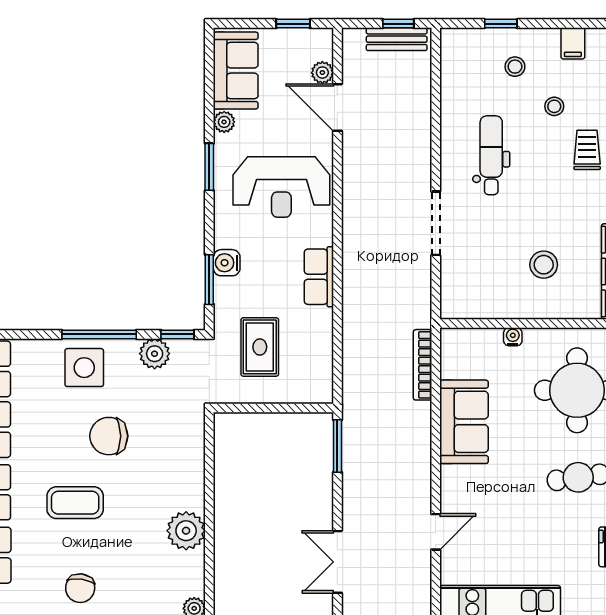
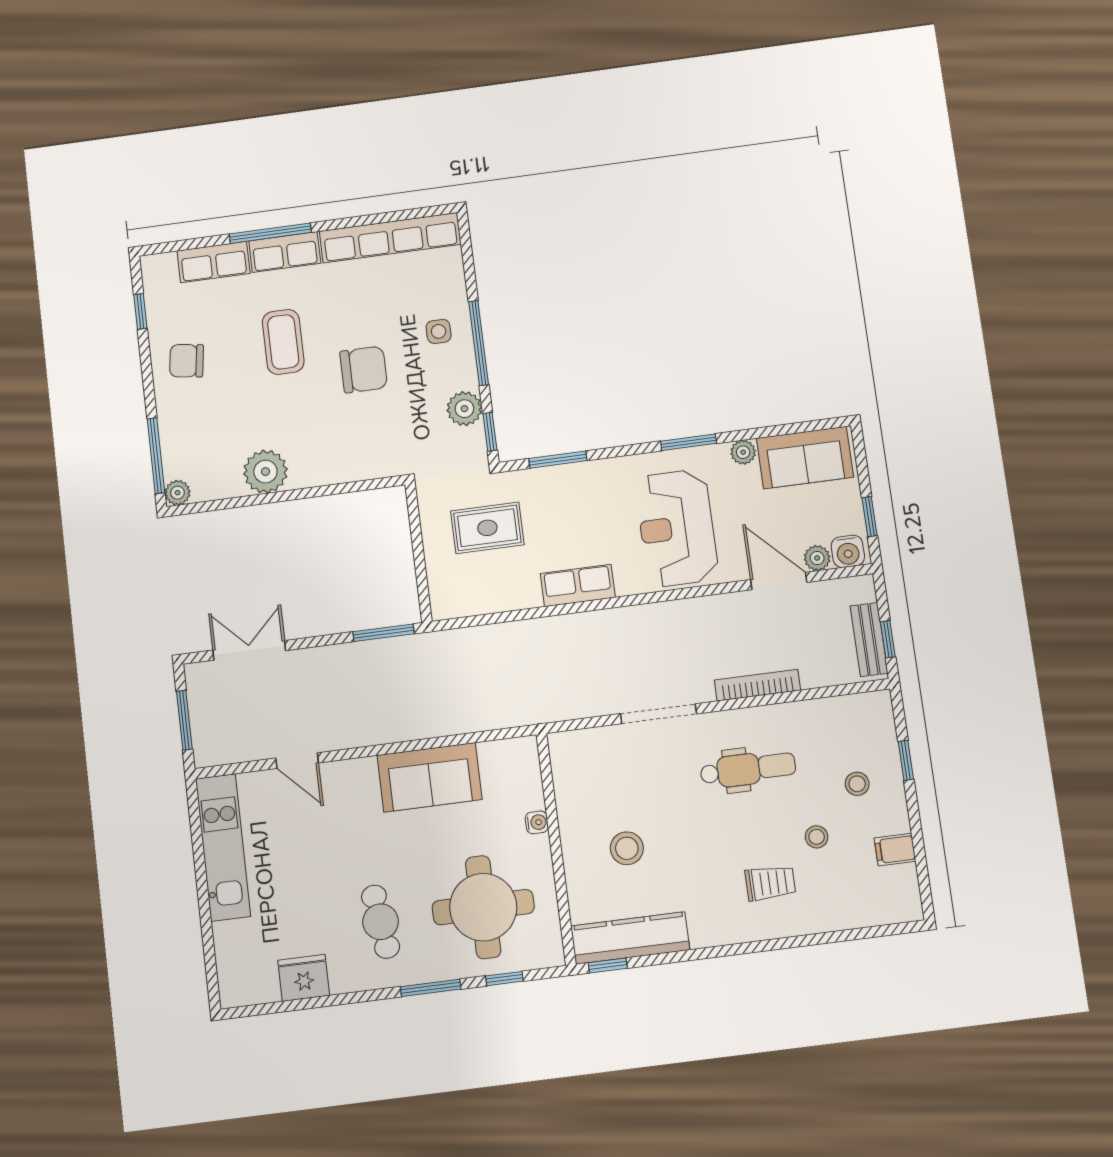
door: (337, 107) -> (779, 581), hinge flipped
water cooler: (227, 263) -> (848, 551), moved, turned 180
bookcase: (423, 365) -> (757, 685), moved
side table: (84, 368) -> (439, 331), width x0.54, depth x0.54
chair: (109, 436) -> (364, 370), turned 90

